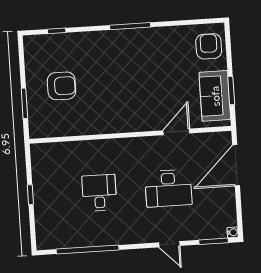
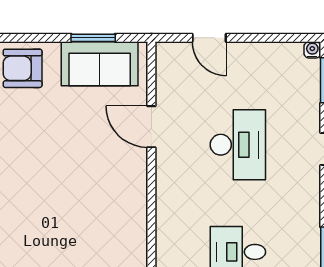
door: (236, 165) -> (209, 38), width x0.53

